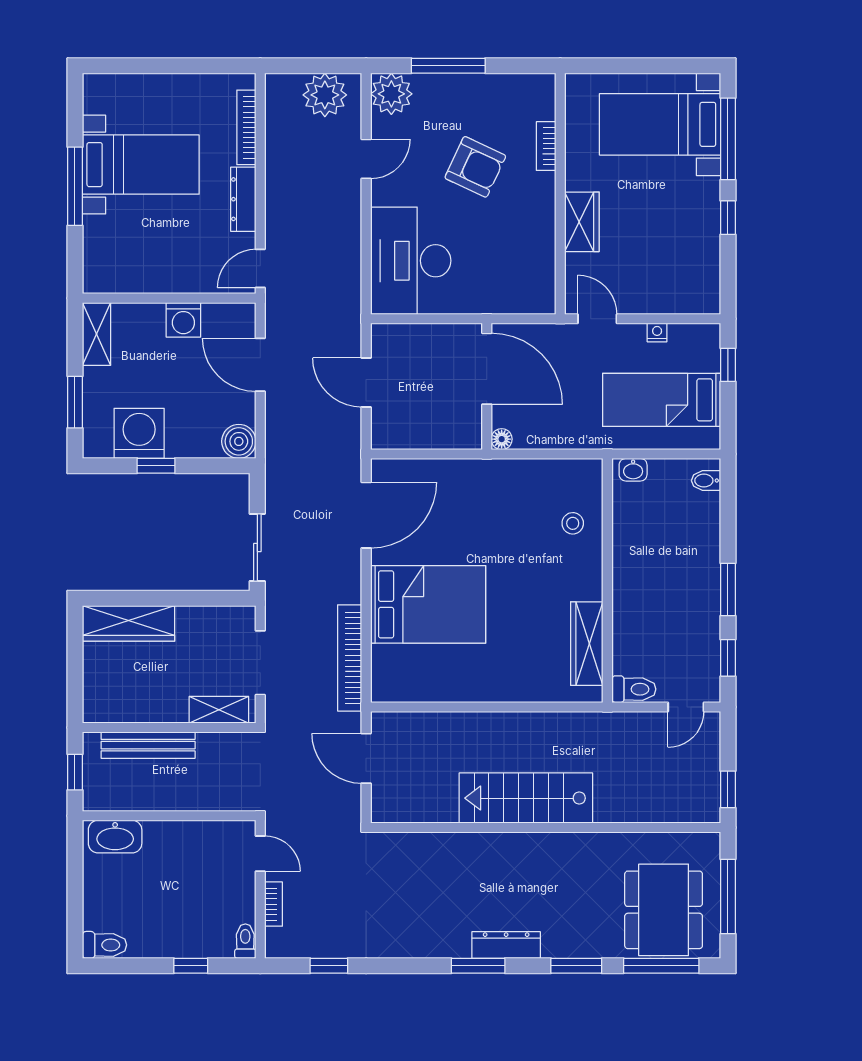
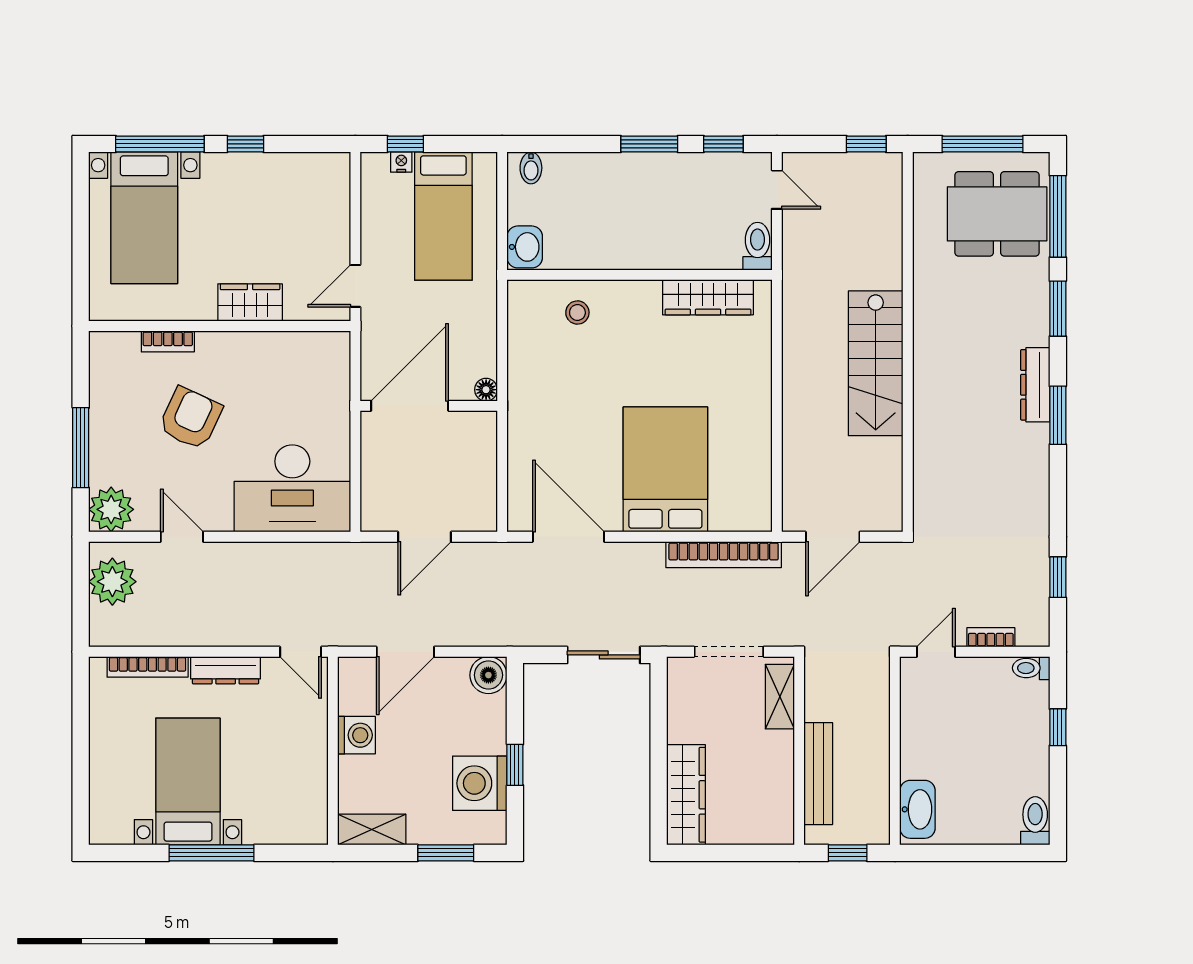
nightstand: (657, 332) -> (401, 162), moved, turned 90
washbasin: (633, 470) -> (525, 247), width x1.38, depth x1.45

